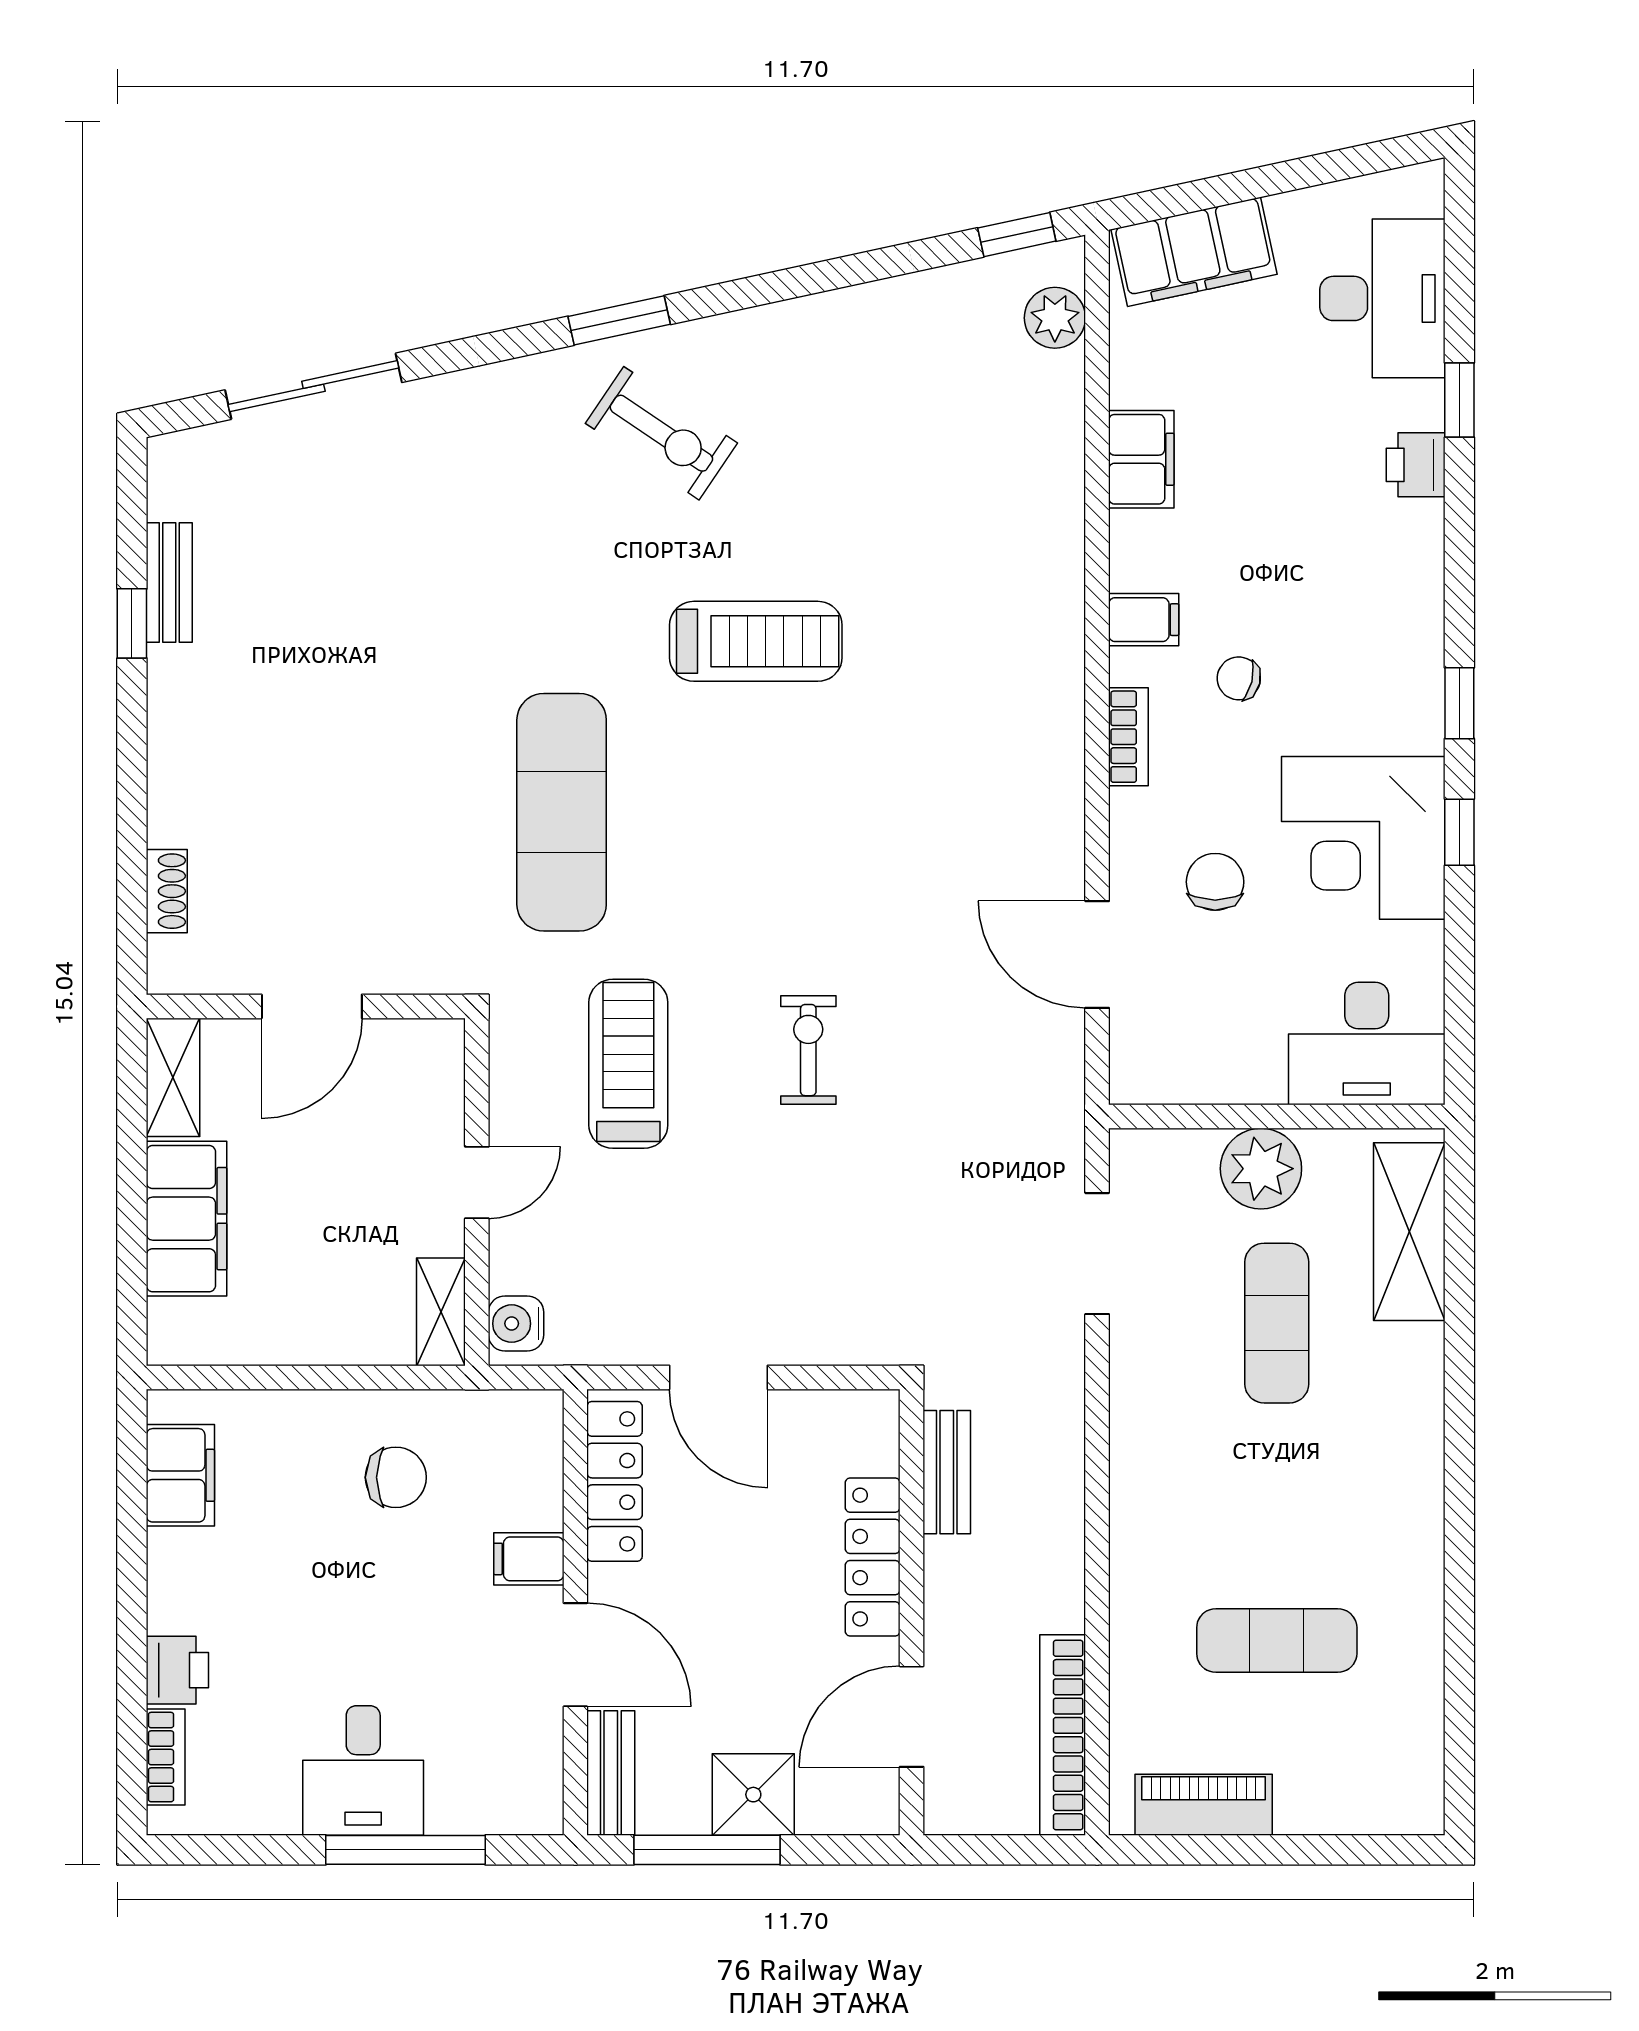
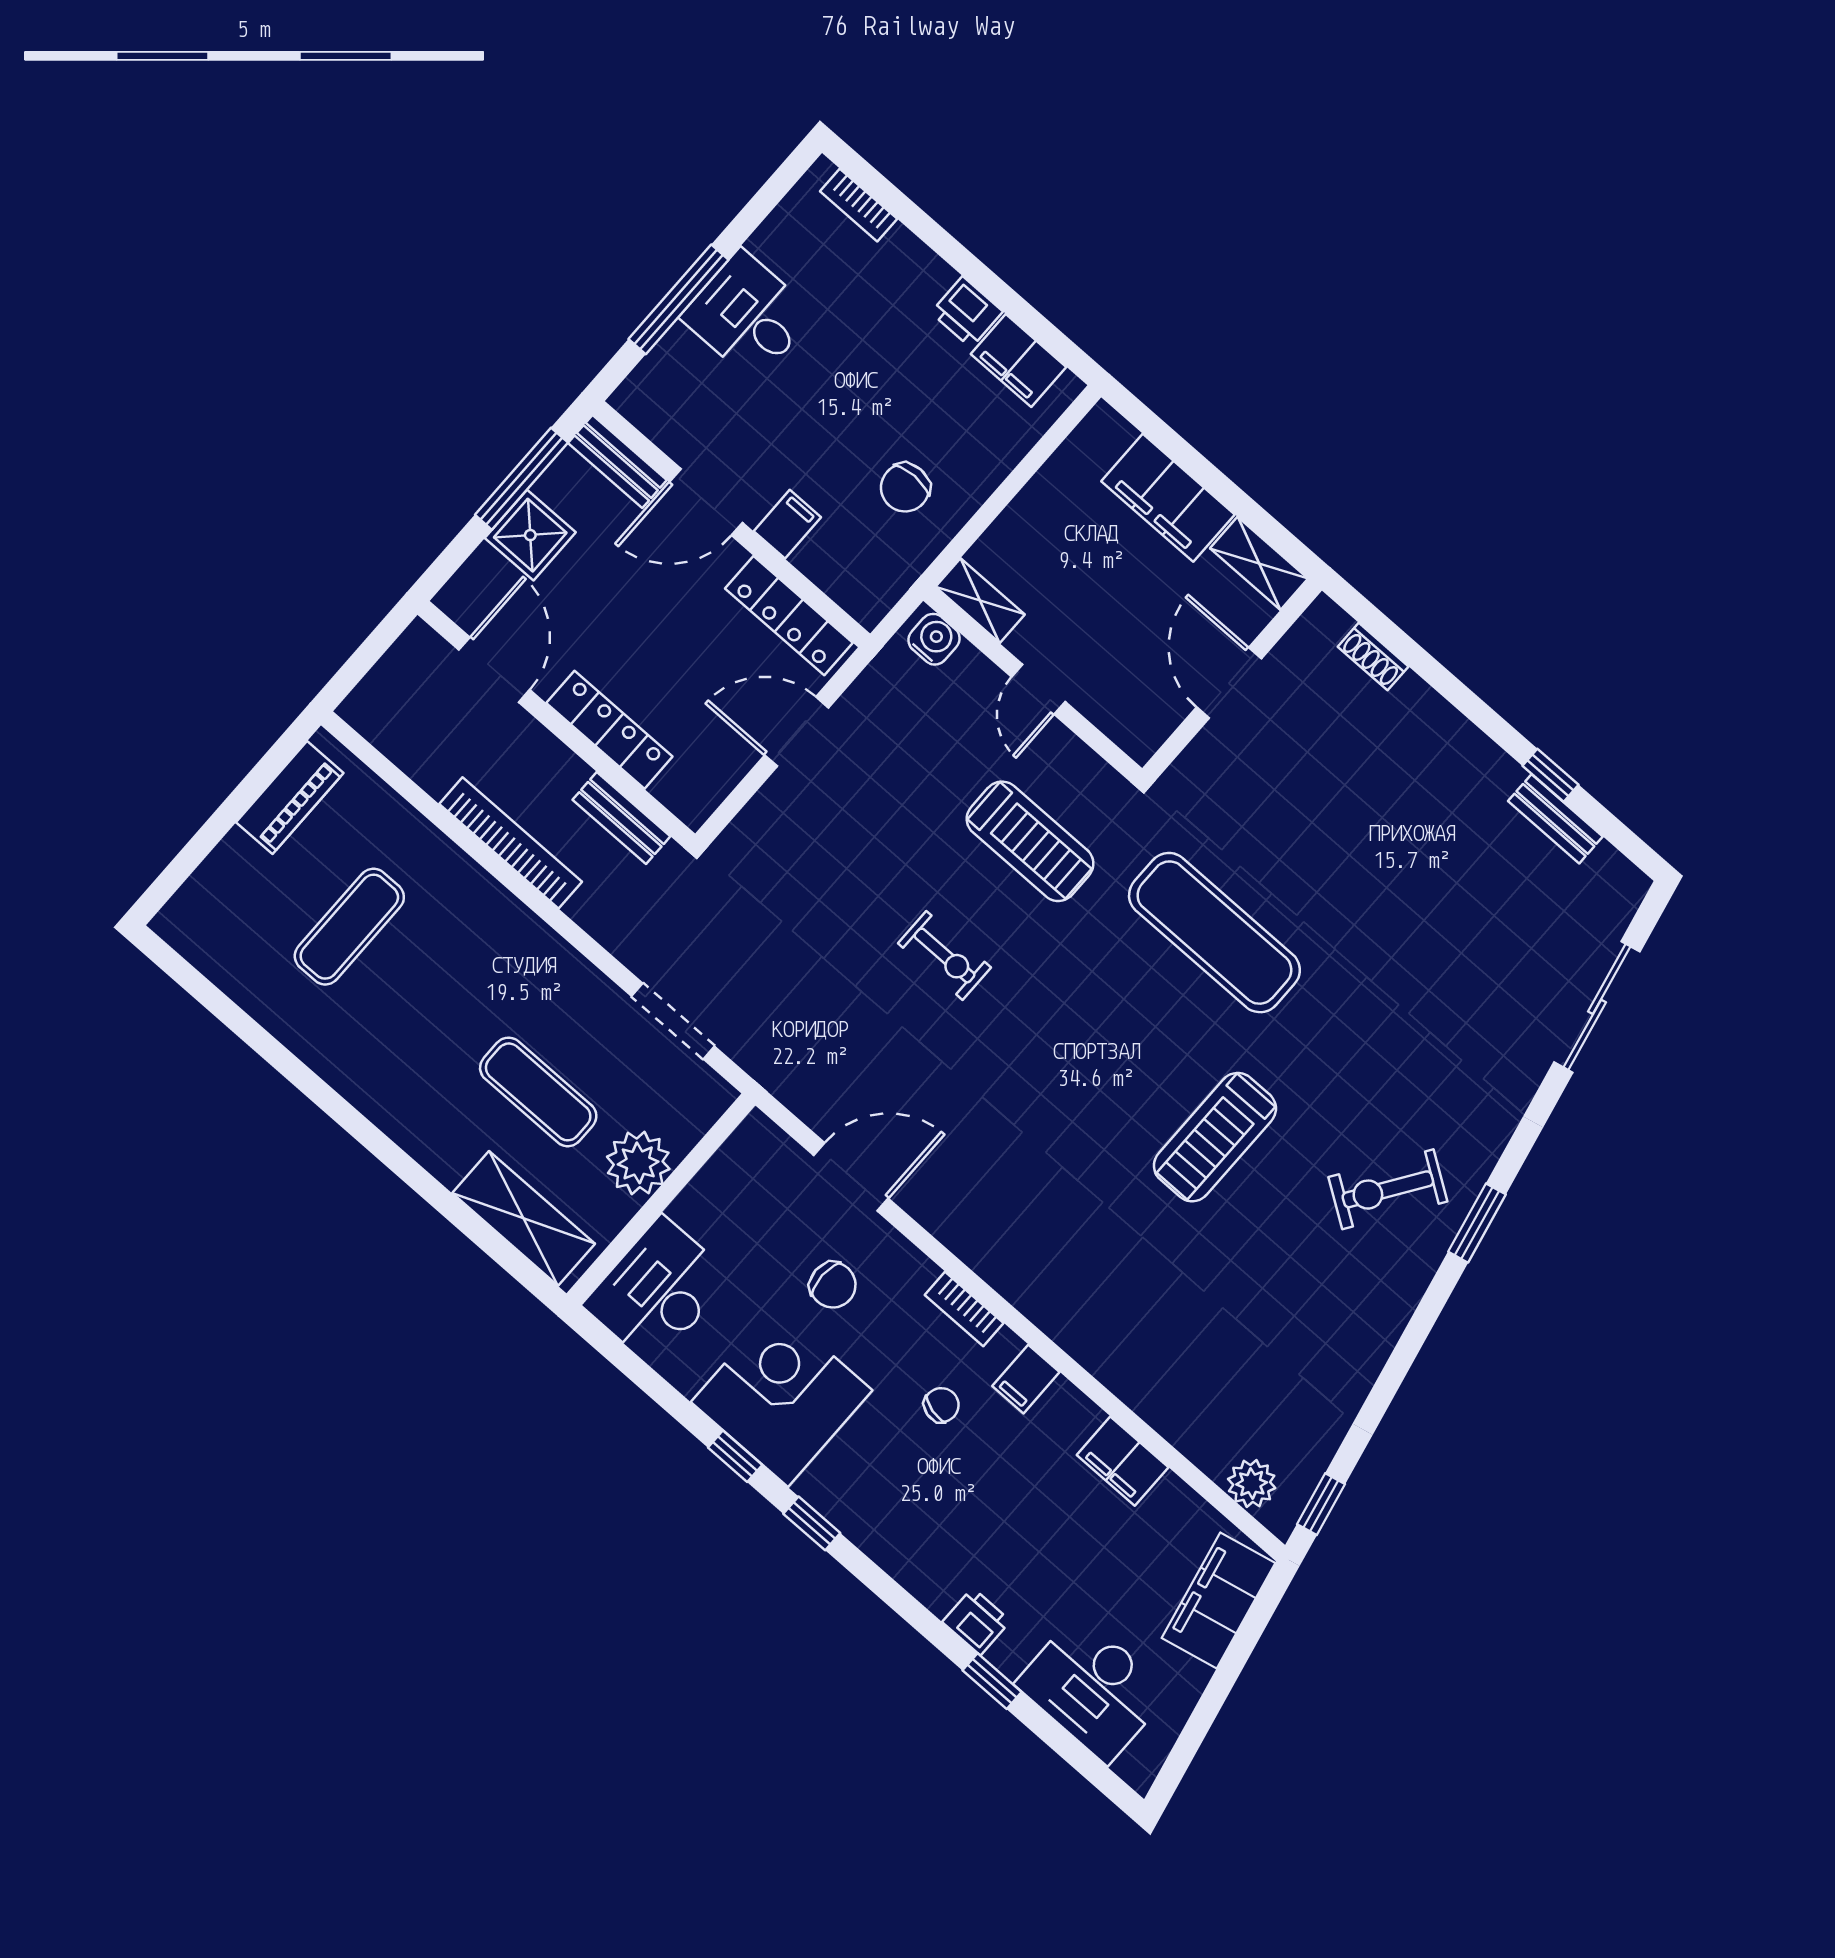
printer: (177, 1670) -> (967, 312), moved
bookcase: (1063, 1735) -> (511, 843), moved

